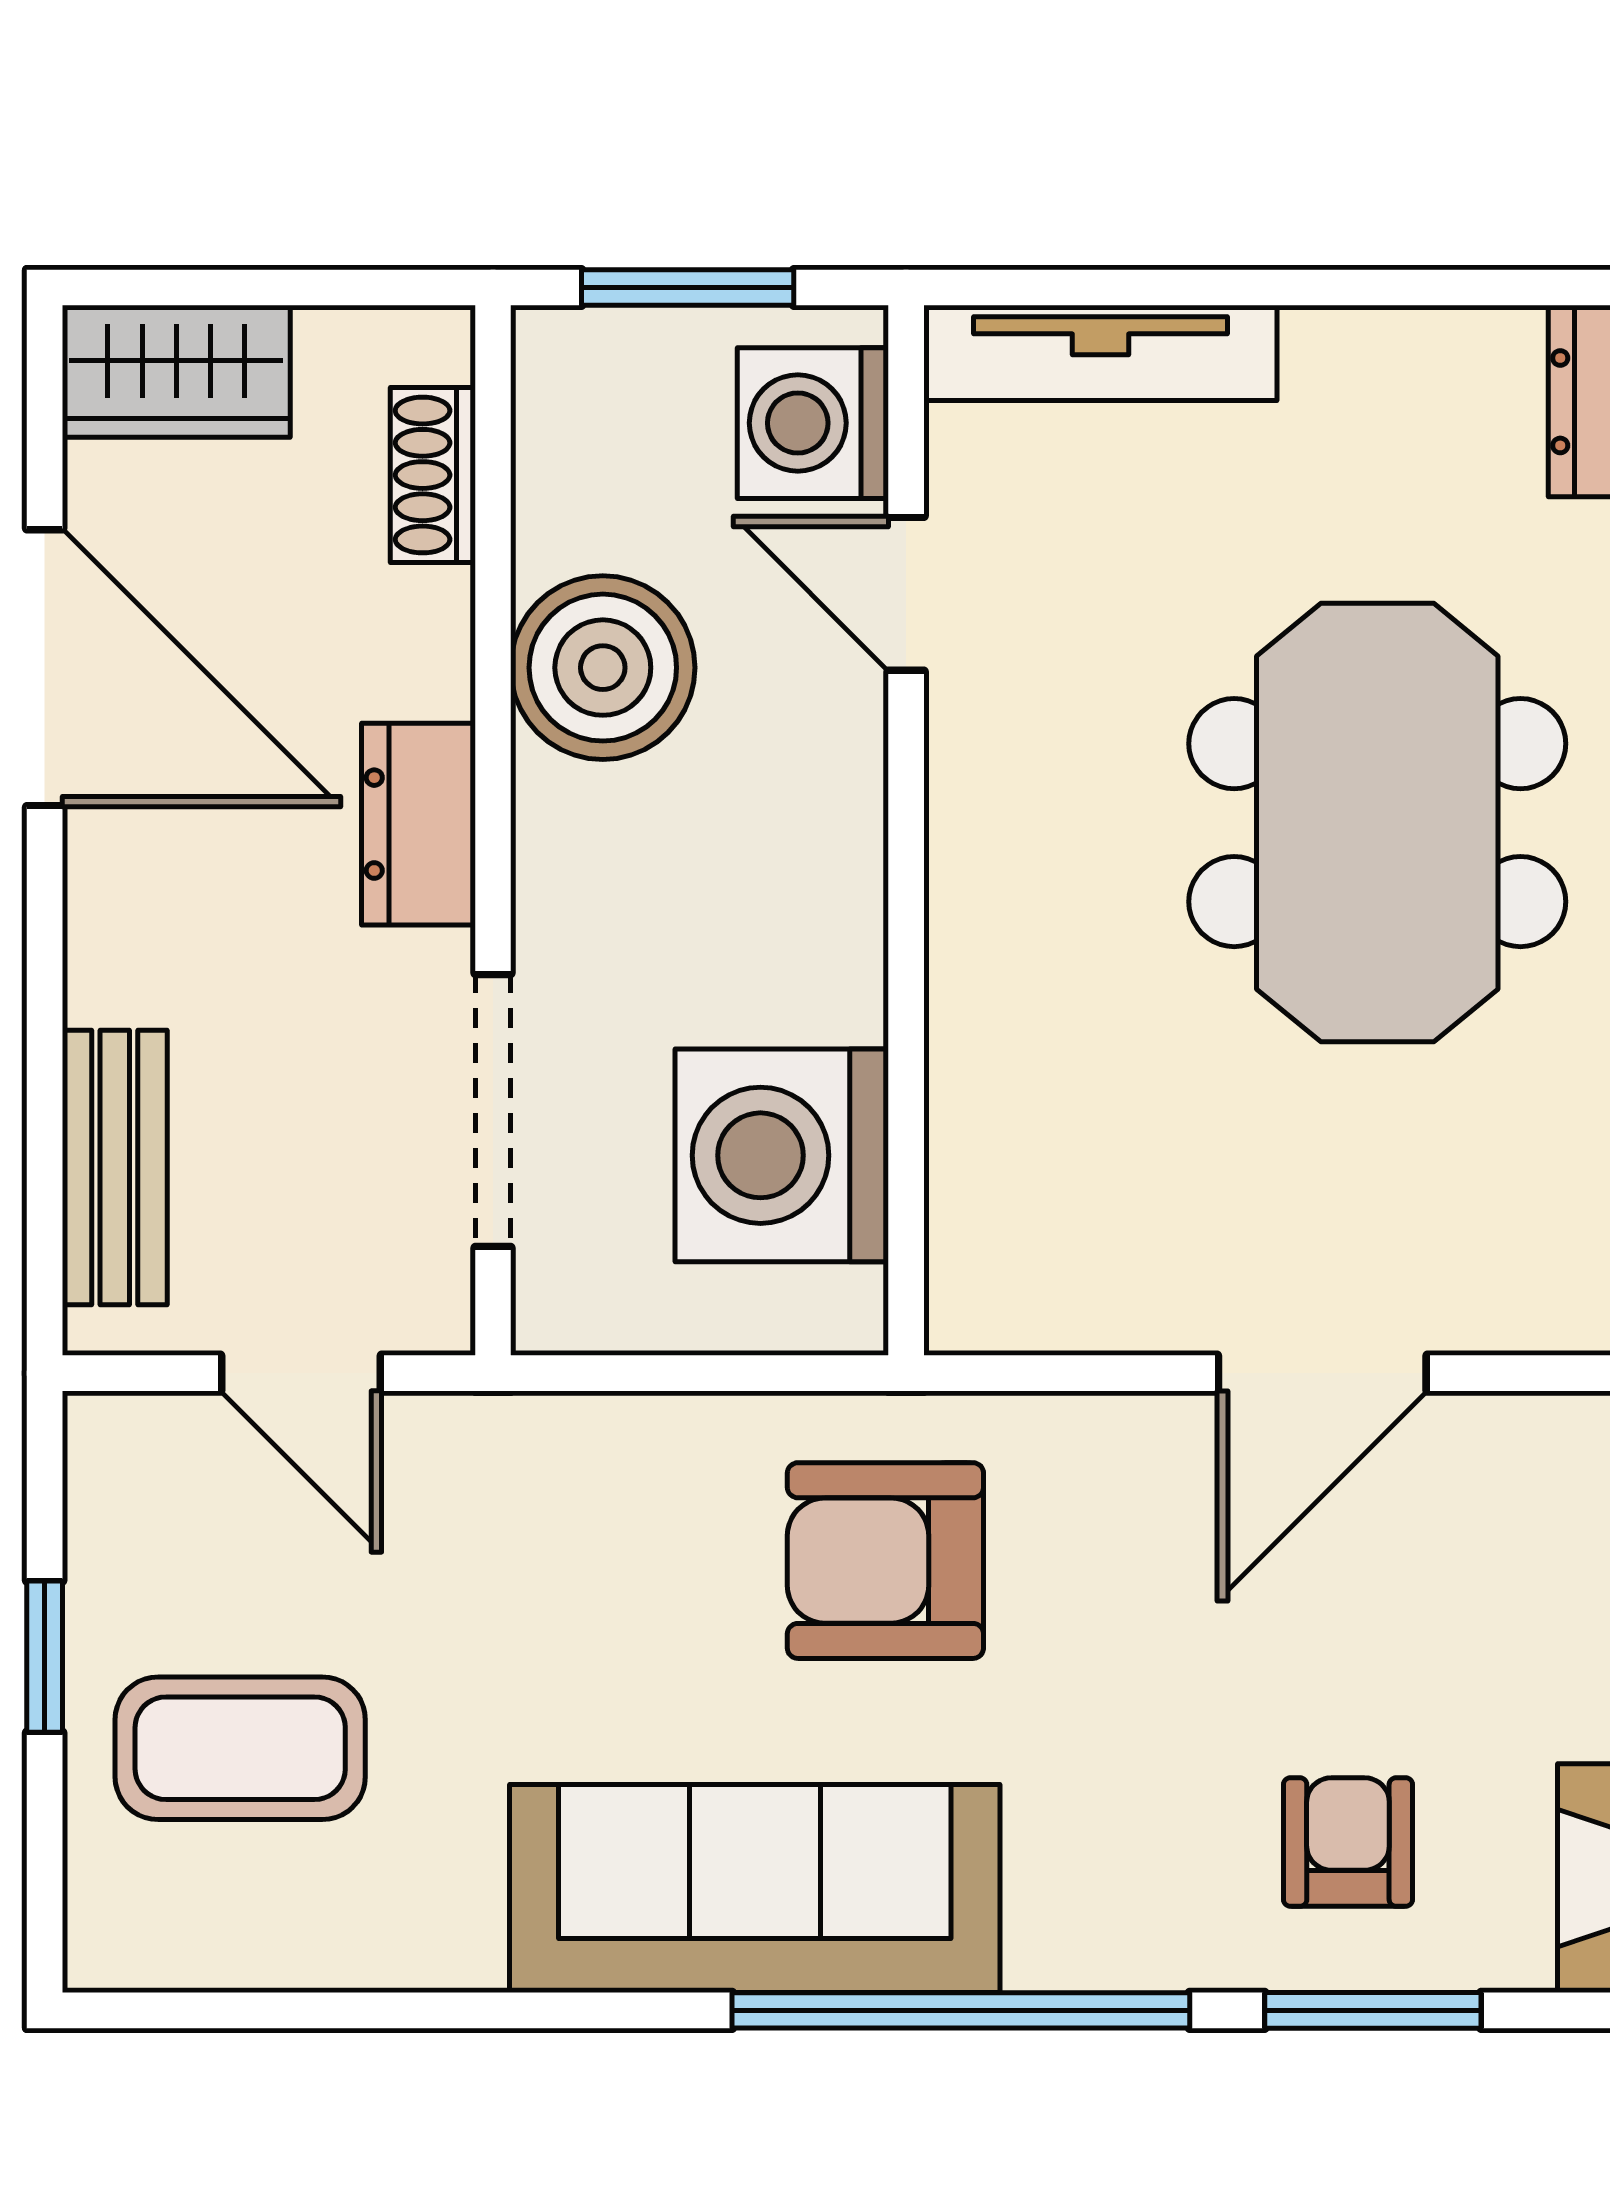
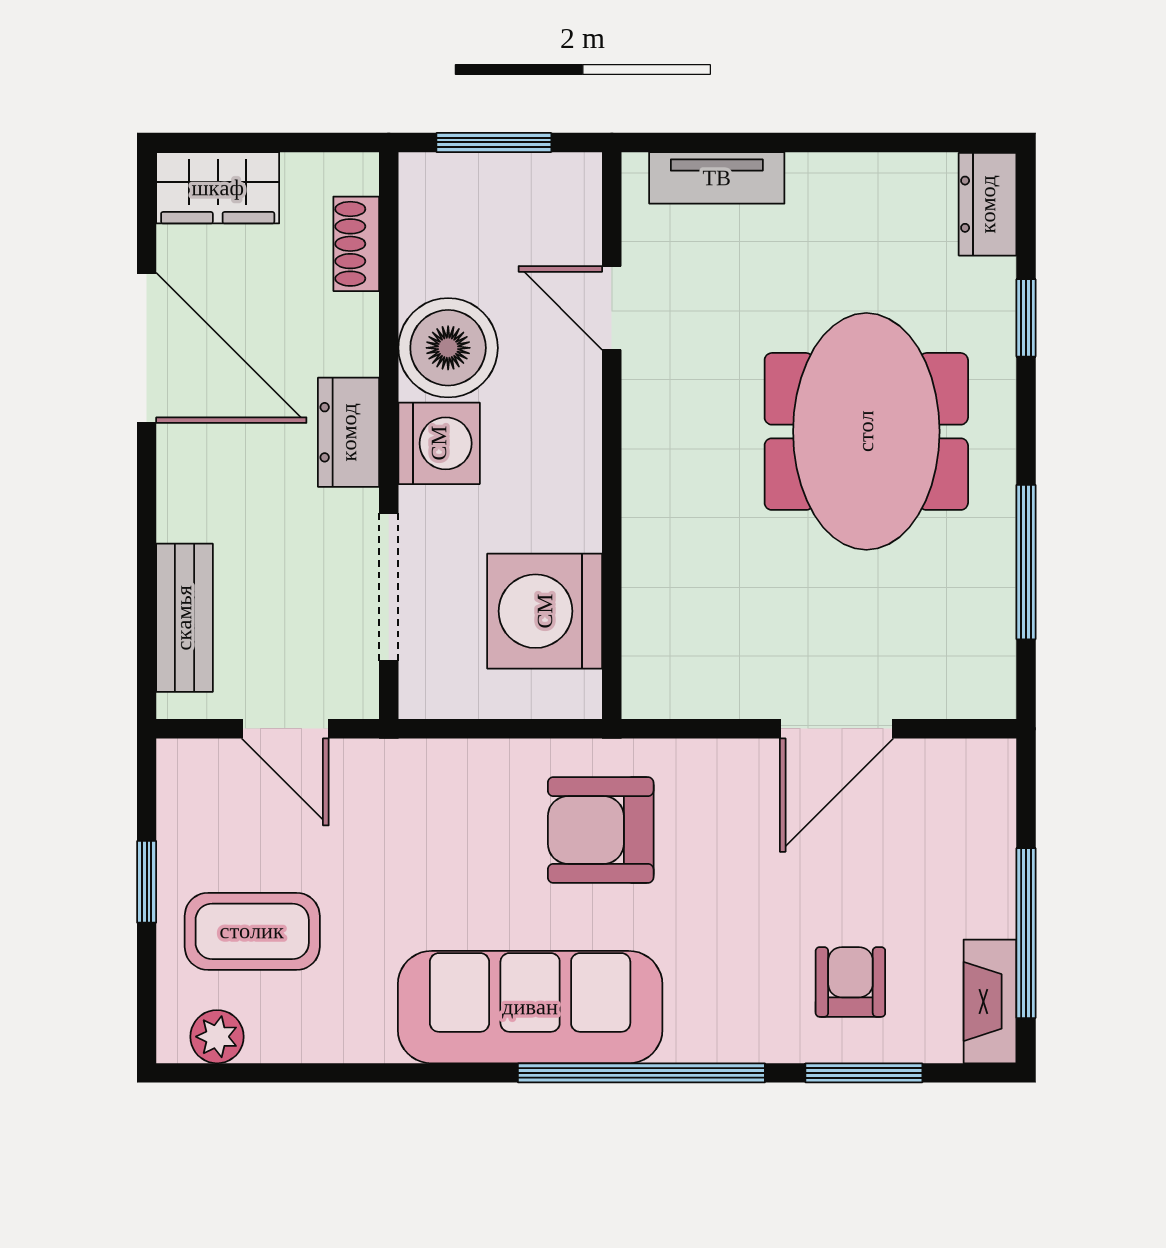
tv unit: (1101, 353) -> (717, 178), width x0.71
washing machine: (813, 423) -> (439, 443), moved, turned 180
plant: (175, 1943) -> (217, 1037), added

